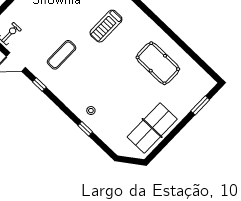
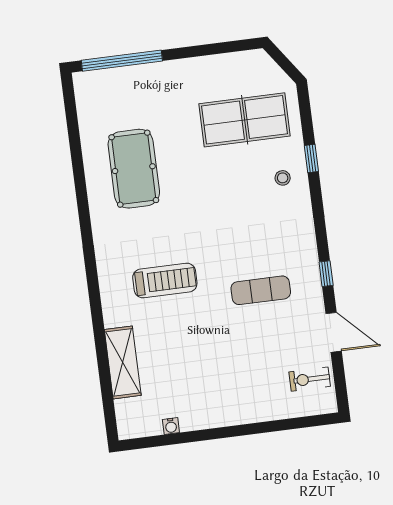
window: (200, 105) -> (122, 61), width x2.11
table tennis table: (152, 128) -> (244, 120), moved

